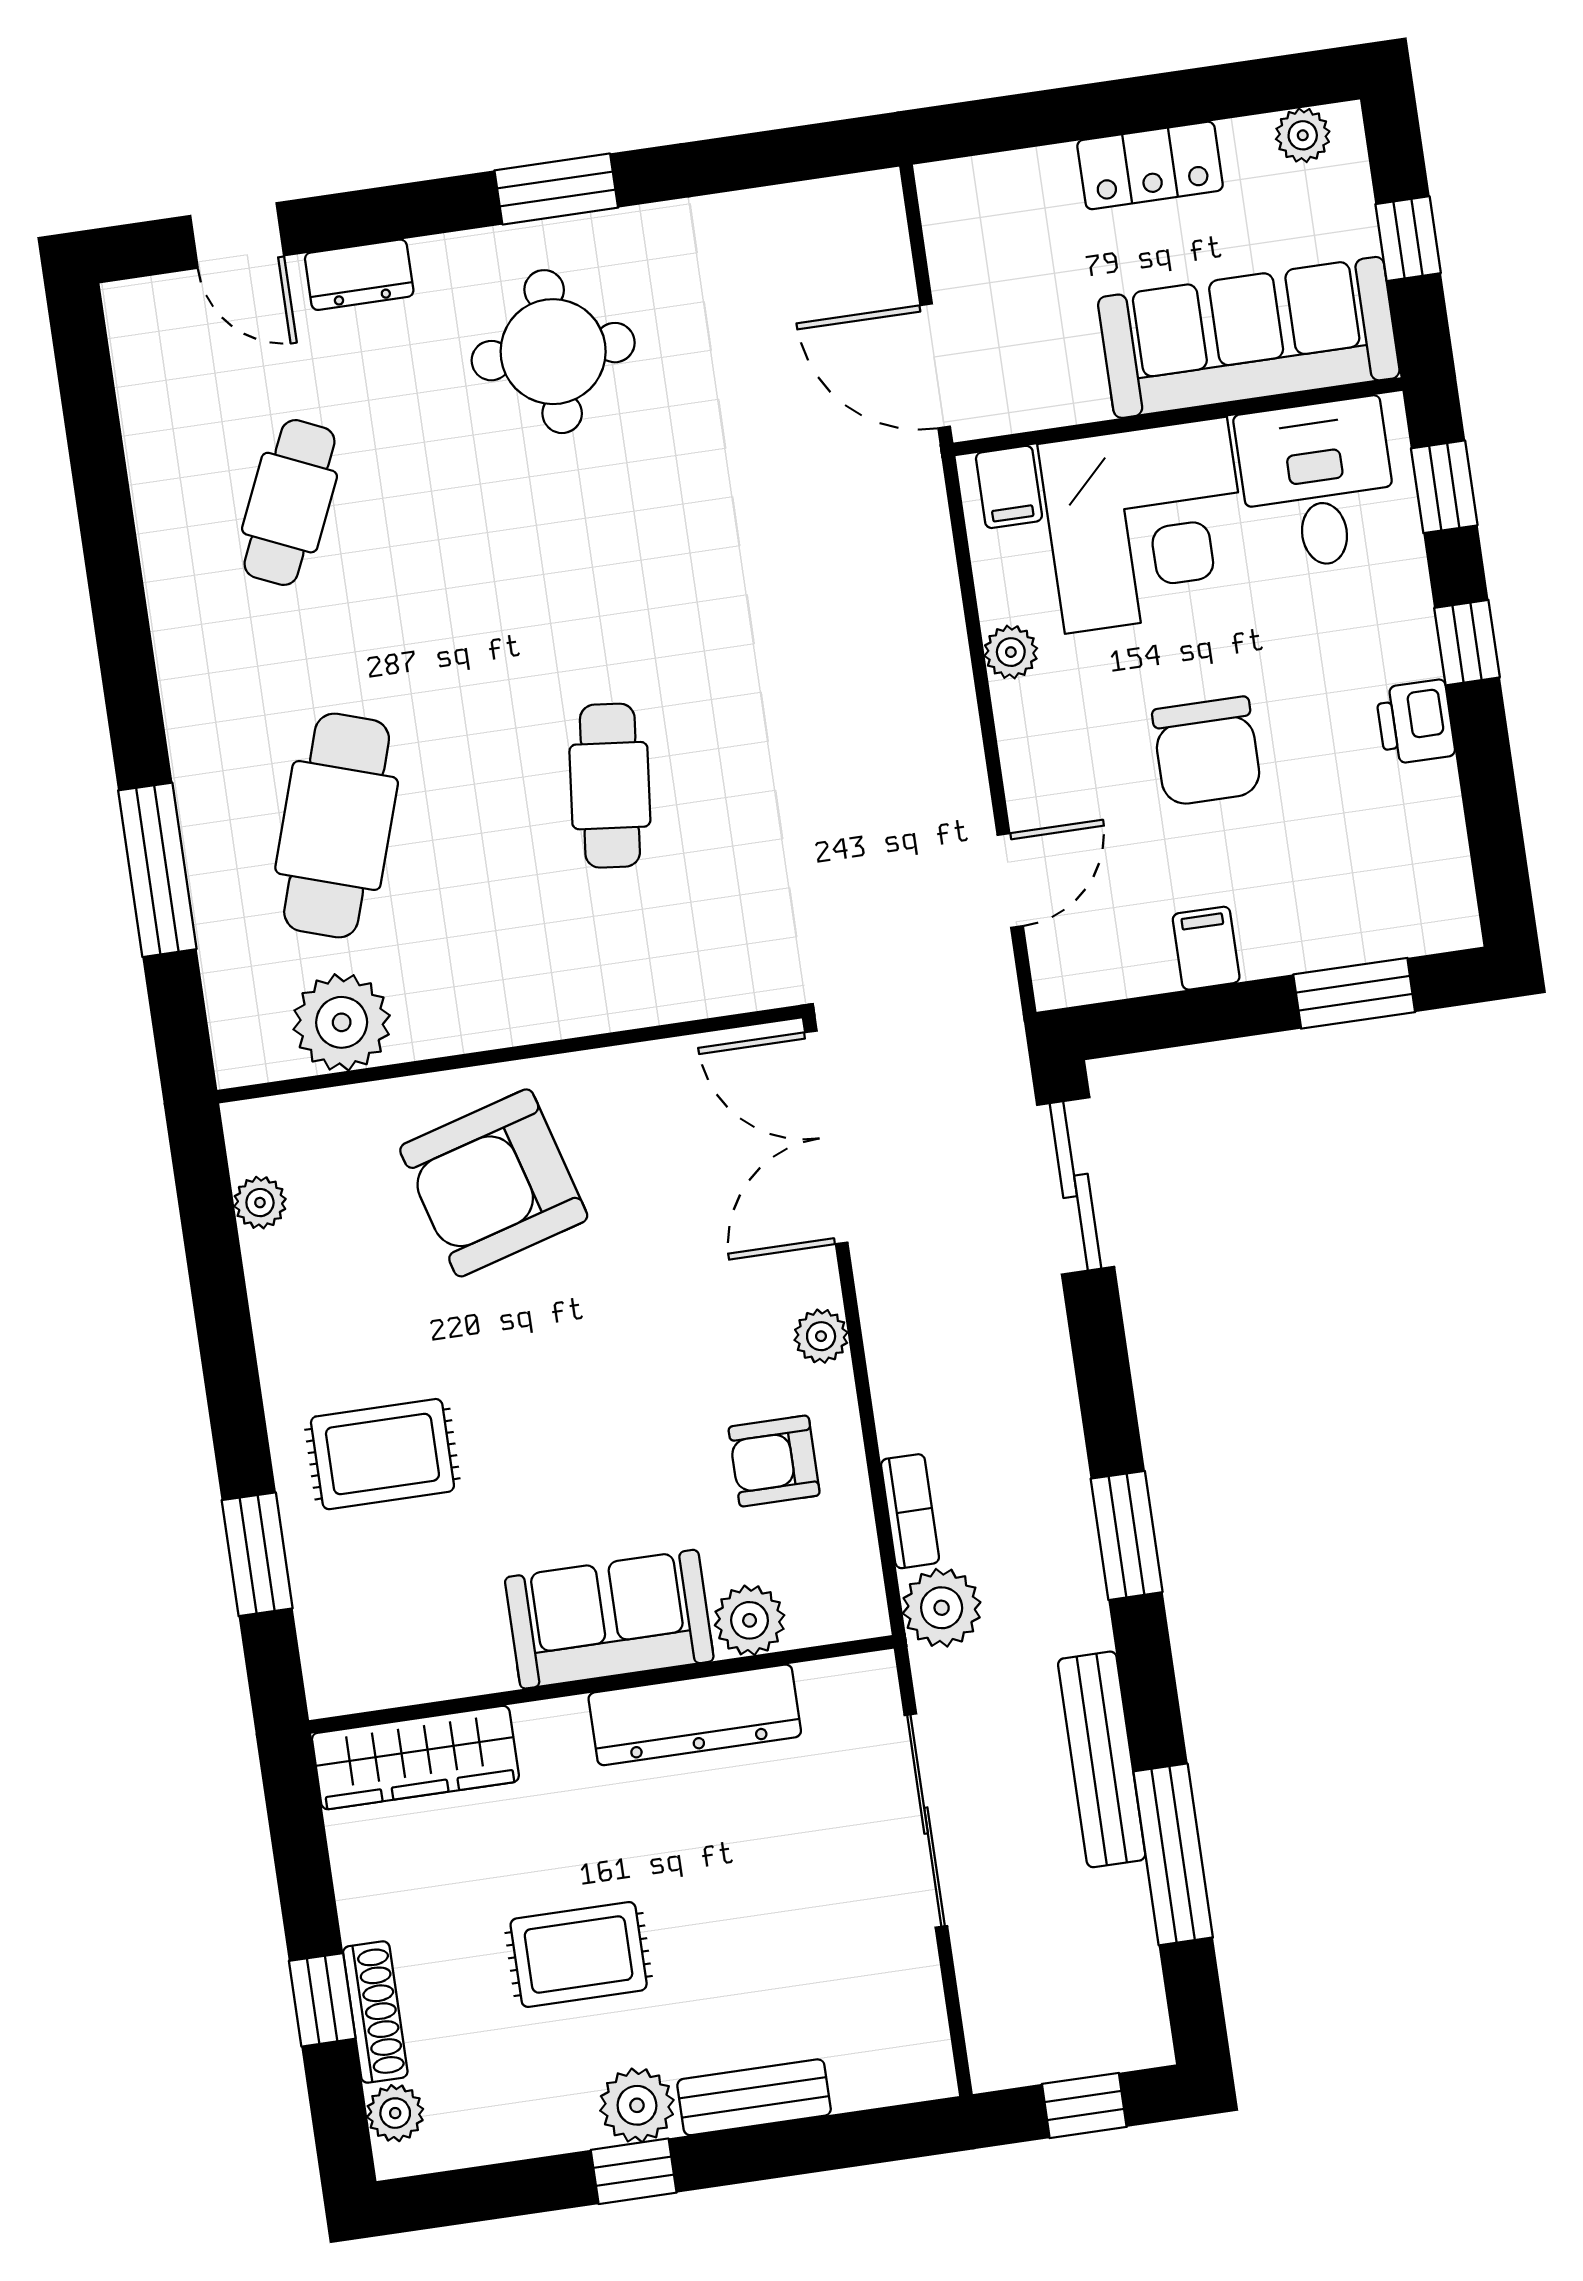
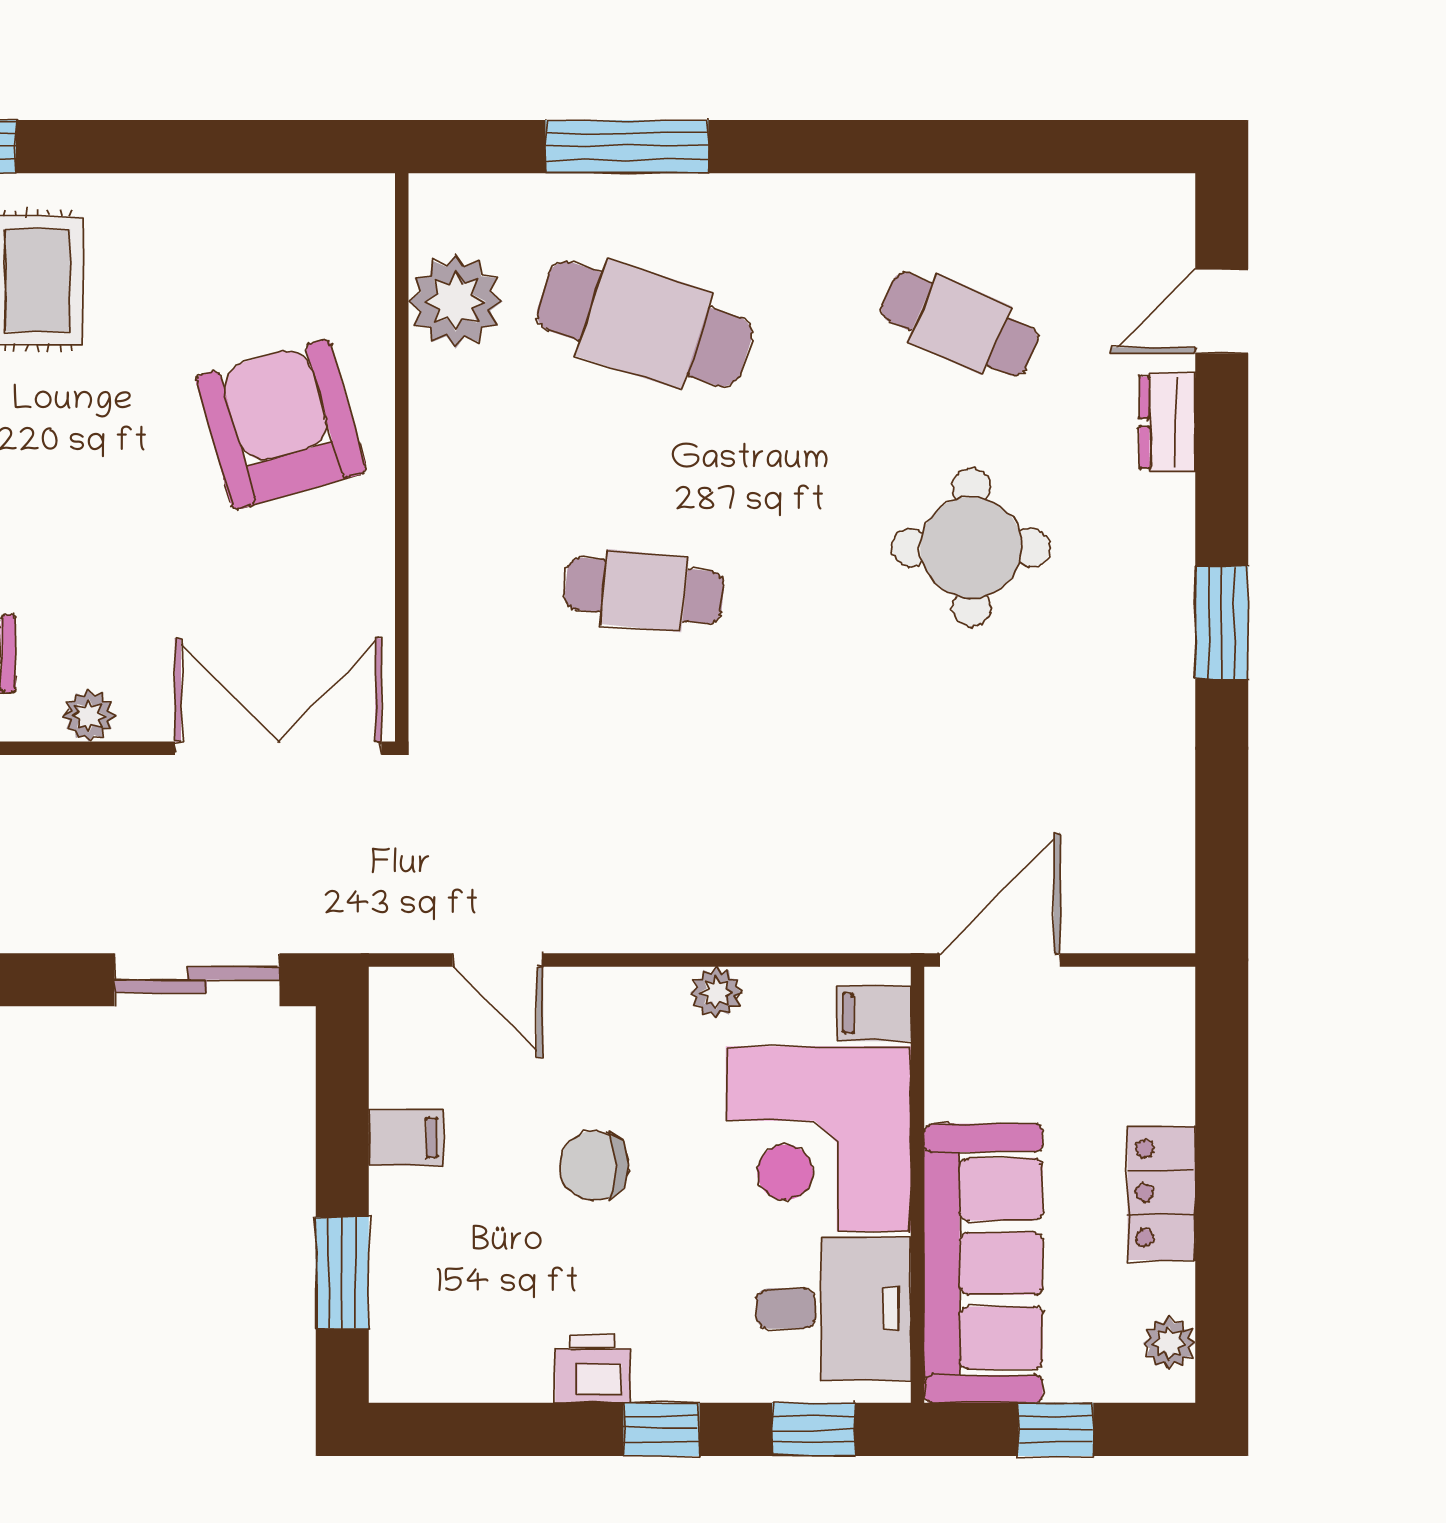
round table: (553, 352) -> (971, 548), moved
chair: (1207, 751) -> (594, 1166), width x0.73, depth x0.73
plant: (260, 1203) -> (295, 198), removed

